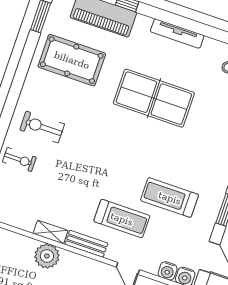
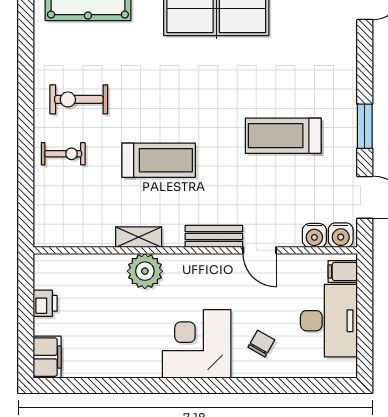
treadmill: (122, 219) -> (159, 160), moved
bench: (86, 244) -> (214, 236), moved

